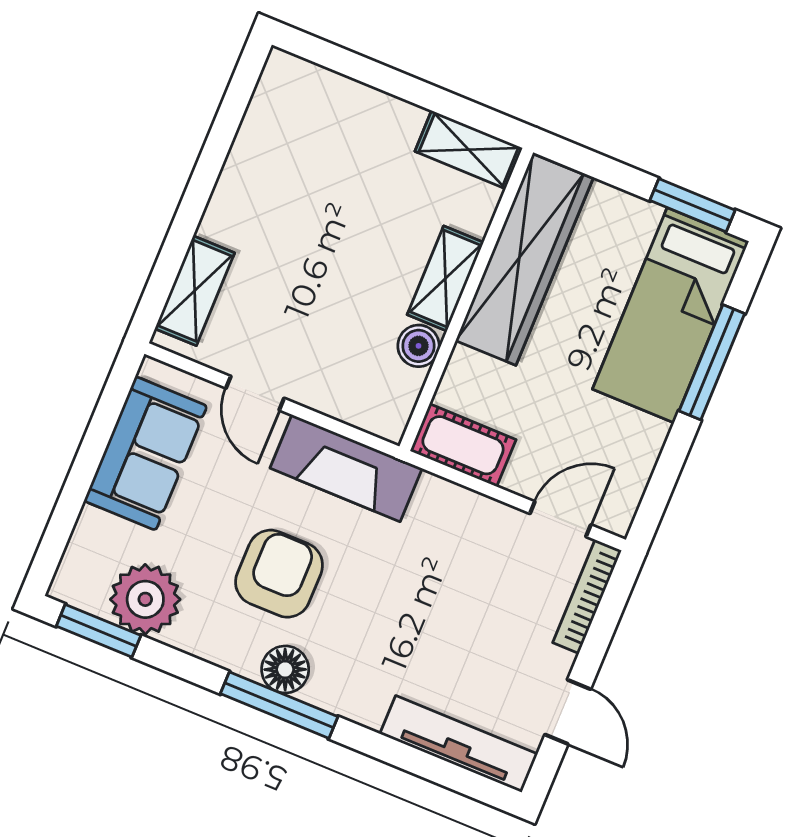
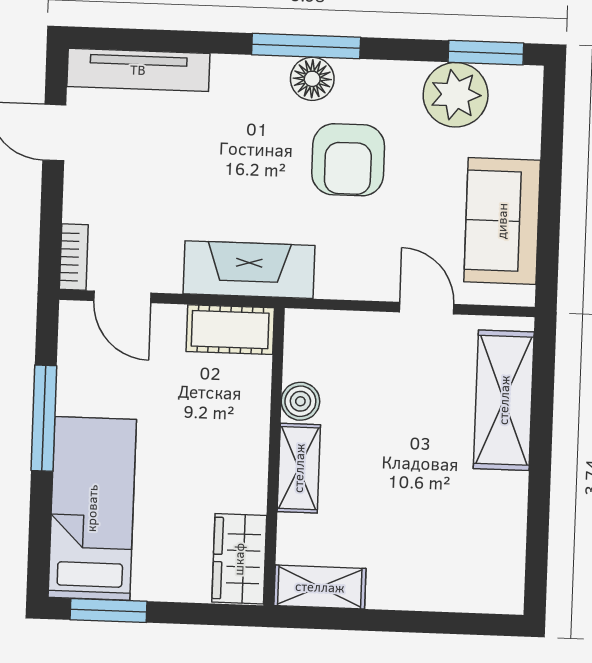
wardrobe: (524, 259) -> (239, 559), width x0.48, depth x0.85
shelving: (195, 291) -> (504, 400), width x1.50, depth x1.33
window: (712, 362) -> (44, 418), moved
fireplace: (346, 468) -> (249, 270), moved
door: (560, 519) -> (122, 297), hinge flipped
bookcase: (587, 597) -> (74, 257), width x0.64

